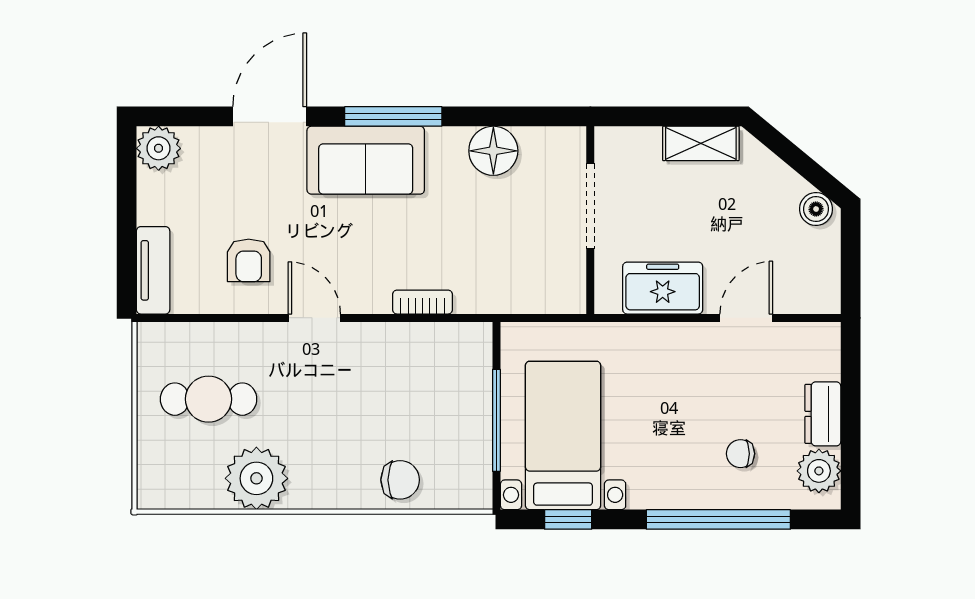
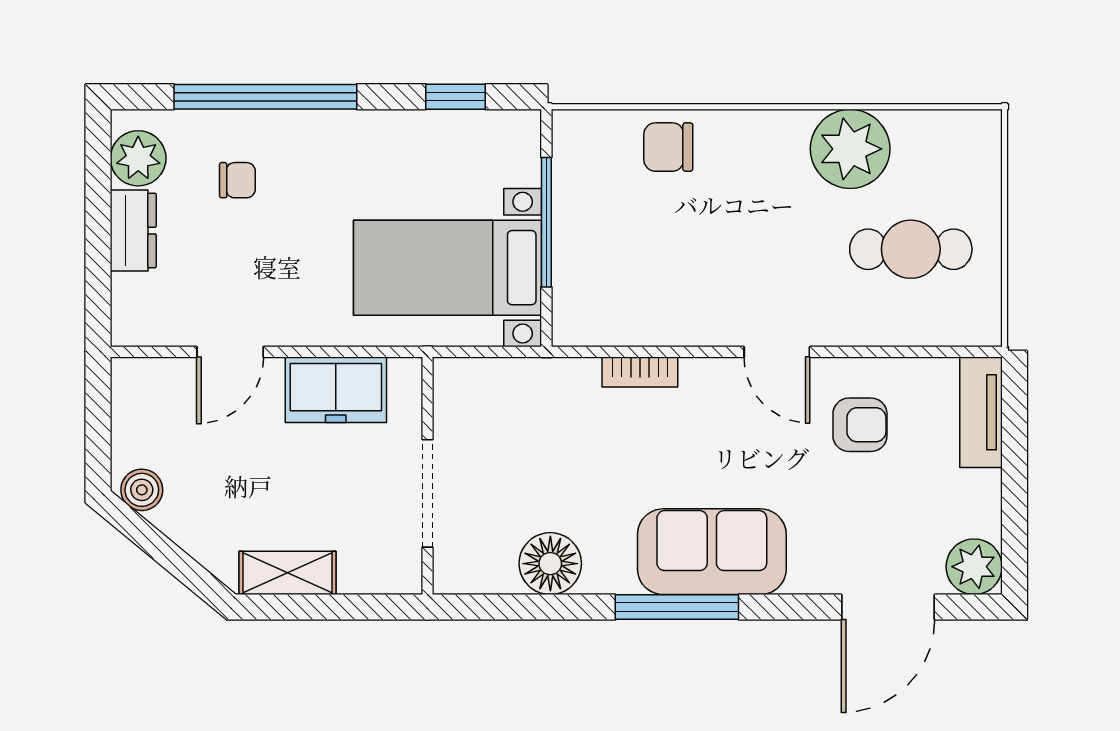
door: (270, 116) -> (888, 607), moved
armchair: (249, 260) -> (860, 425), turned 90
bed with nightstands: (563, 435) -> (447, 268), moved, turned 90

